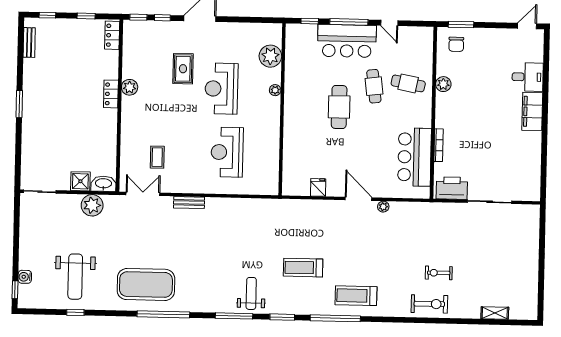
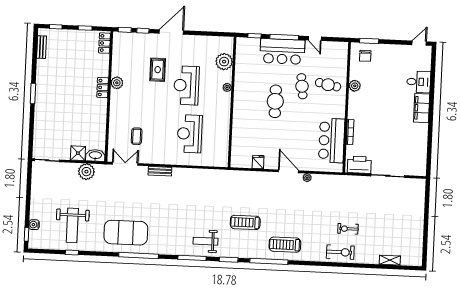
weight bench: (251, 293) -> (205, 241), turned -90

